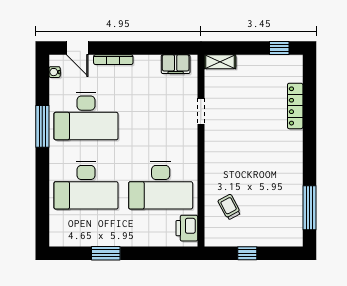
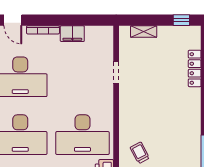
shelving: (220, 62) -> (144, 32), moved
filing cabinet: (176, 64) -> (72, 34), moved

